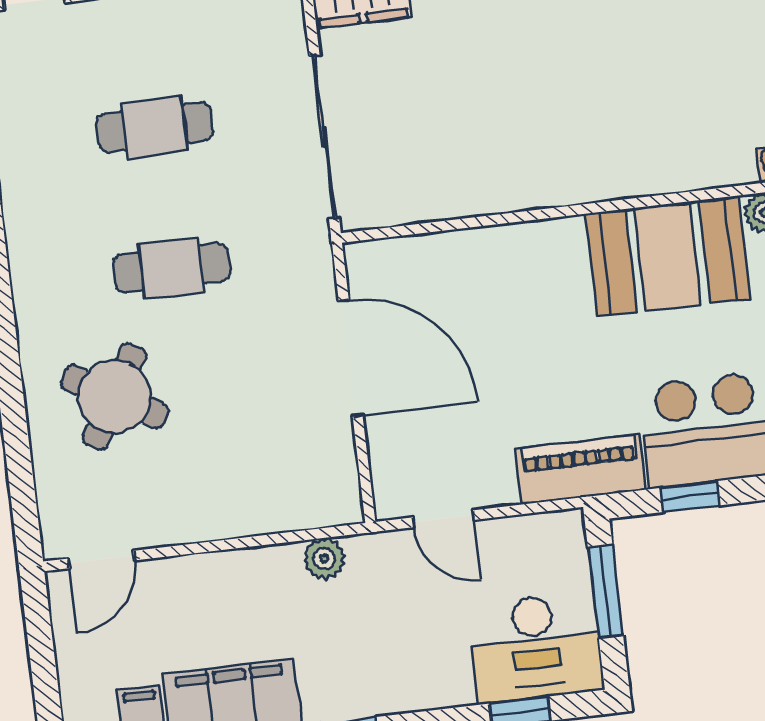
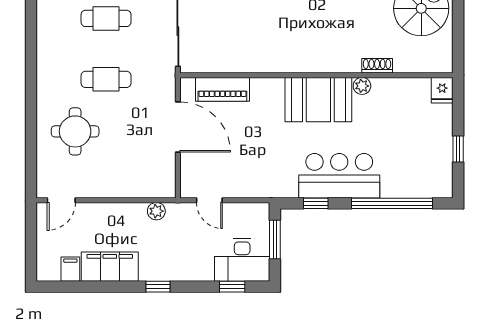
round table: (114, 397) -> (75, 131), turned -30
piano: (580, 469) -> (222, 89), moved, turned 180

